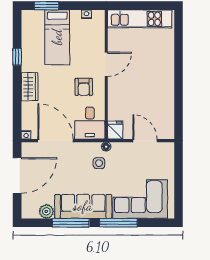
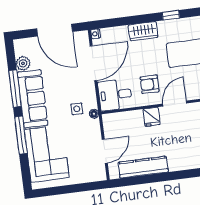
door: (106, 64) -> (175, 103), swing flipped
kitchen counter: (166, 104) -> (143, 167), added
fridge: (115, 130) -> (151, 117), moved, turned 90

